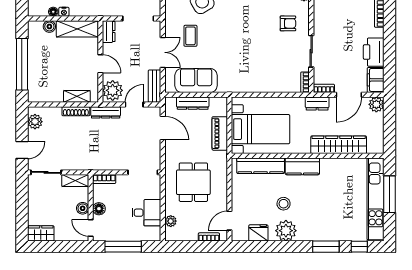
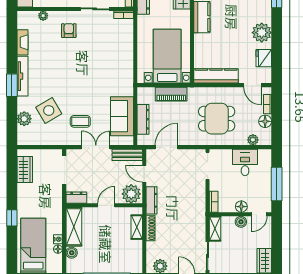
kitchen counter: (261, 166) -> (216, 76), moved, turned -90
stool: (284, 204) -> (237, 35), removed
floor lamp: (190, 234) -> (265, 121), added

